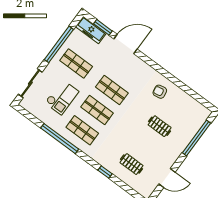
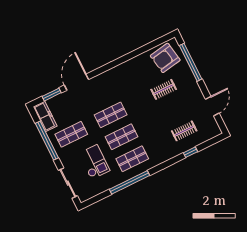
freezer: (91, 30) -> (45, 116), moved, turned -90
armchair: (160, 92) -> (165, 58), moved, width x1.88, depth x1.88
window: (105, 172) -> (191, 152), moved

